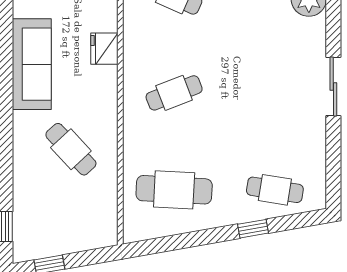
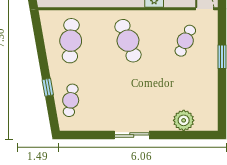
cafe table: (174, 93) -> (128, 41), width x1.37, depth x1.35

